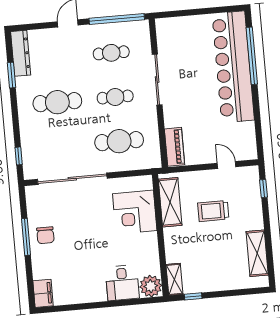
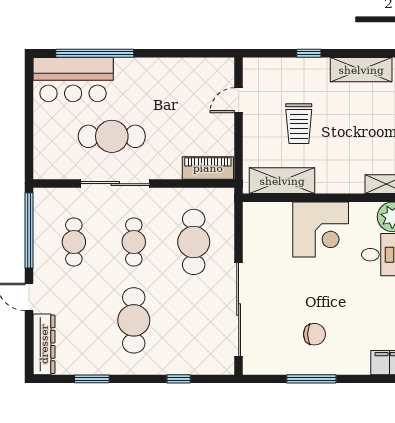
dresser: (21, 53) -> (44, 344), moved, turned 90
bar counter: (233, 67) -> (73, 80), width x0.54
cafe table: (192, 74) -> (112, 136), added
window: (19, 156) -> (179, 379), moved
window: (264, 189) -> (309, 53), moved
corner desk: (135, 212) -> (321, 229), moved
chair: (45, 235) -> (314, 334), moved

